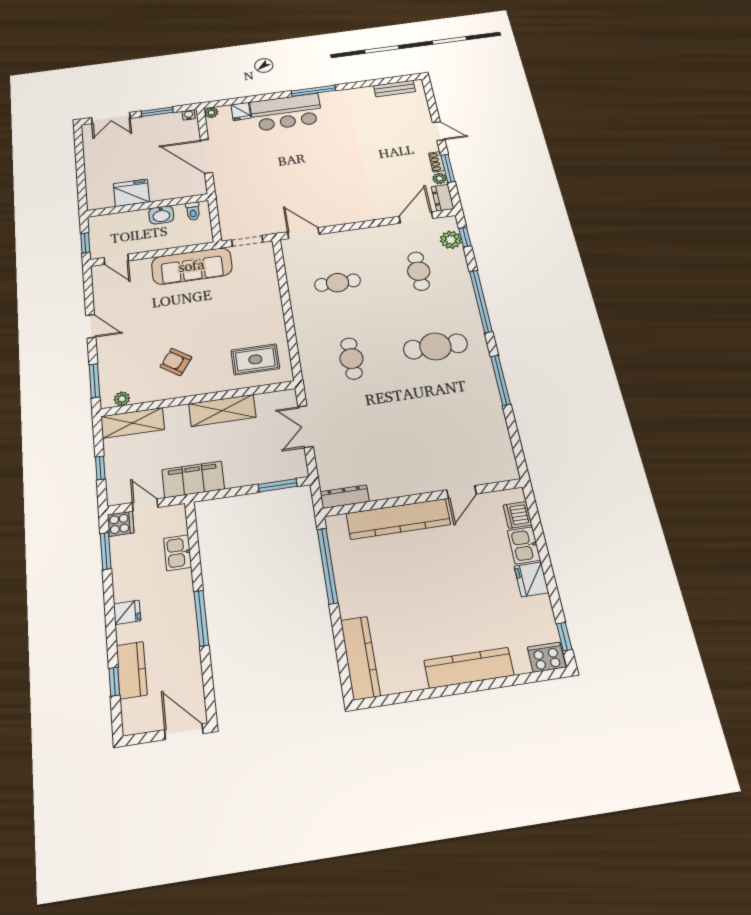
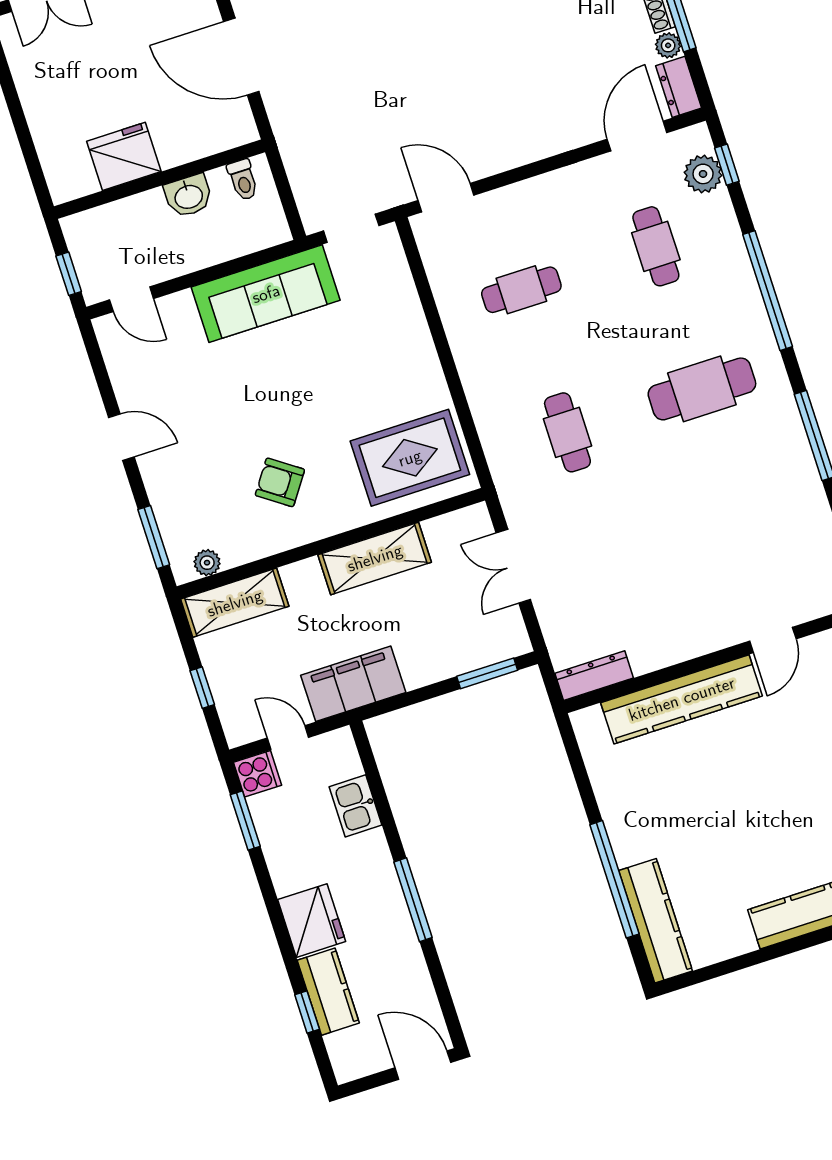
rug: (255, 359) -> (410, 458), width x1.36, depth x1.43
window: (328, 566) -> (614, 879), moved
fridge: (127, 612) -> (312, 921), width x1.88, depth x1.34

